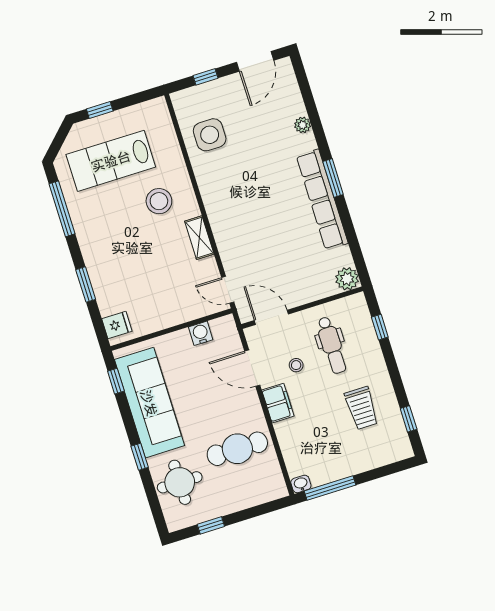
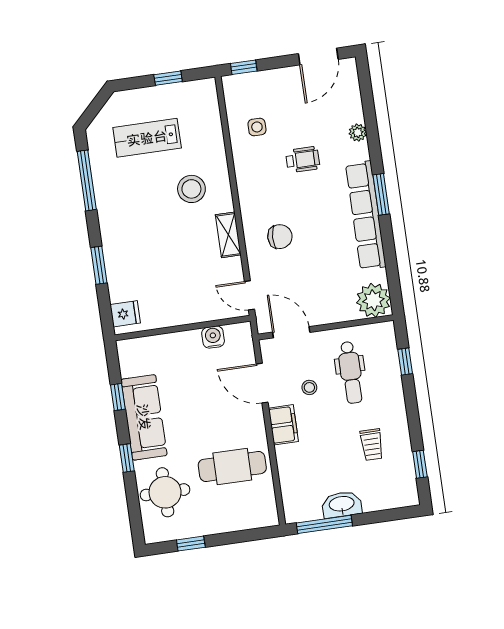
window: (206, 77) -> (244, 67), moved
window: (100, 110) -> (168, 78), moved
side table: (210, 135) -> (257, 127), width x0.54, depth x0.54
wheelchair: (256, 158) -> (303, 160), added
lab bench: (111, 161) -> (147, 138), width x0.73, depth x0.72
chair: (247, 232) -> (280, 237), added
plant: (347, 279) -> (373, 300), width x1.36, depth x1.36
window: (116, 381) -> (118, 397), moved
sofa: (149, 403) -> (144, 417), width x0.74, depth x0.79
trolley: (362, 408) -> (372, 445), width x0.73, depth x0.72
washbasin: (301, 484) -> (342, 504), moved, width x1.91, depth x1.45

